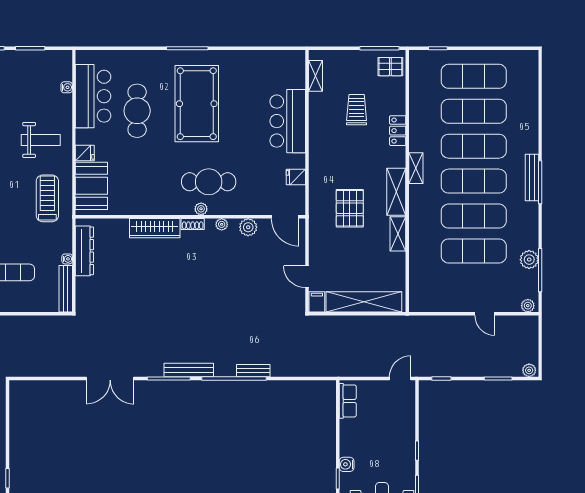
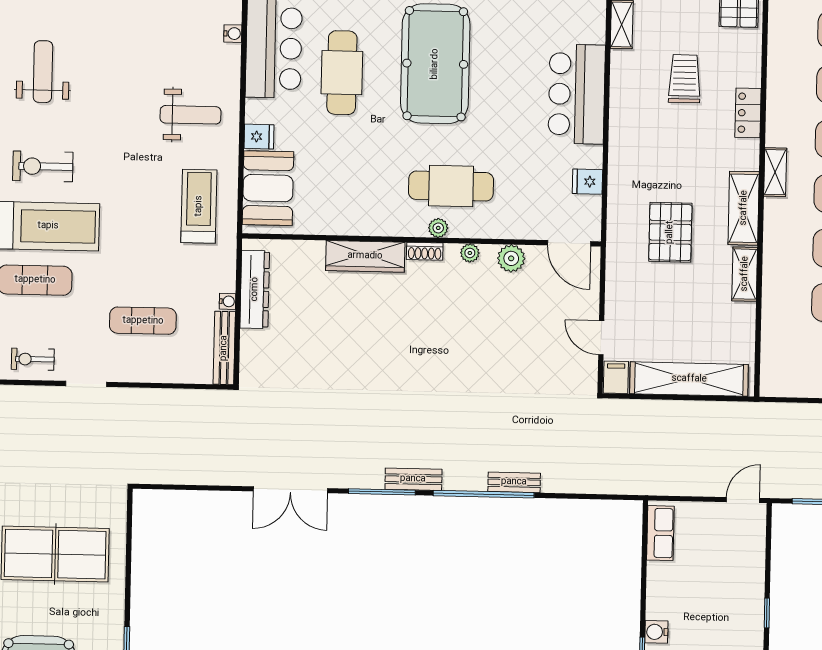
bench: (189, 370) -> (413, 479), width x0.73

